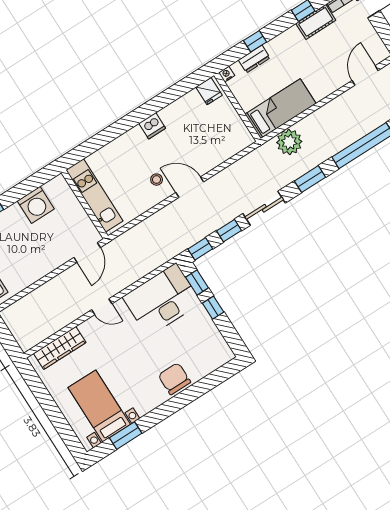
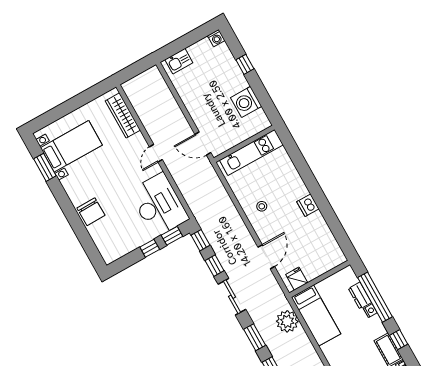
window: (255, 41) -> (375, 297), width x3.17
nightstand: (227, 74) -> (370, 311), moved
fridge: (209, 91) -> (297, 279), moved, turned 90
door: (190, 187) -> (266, 257), moved
chair: (174, 379) -> (91, 212), turned 89

